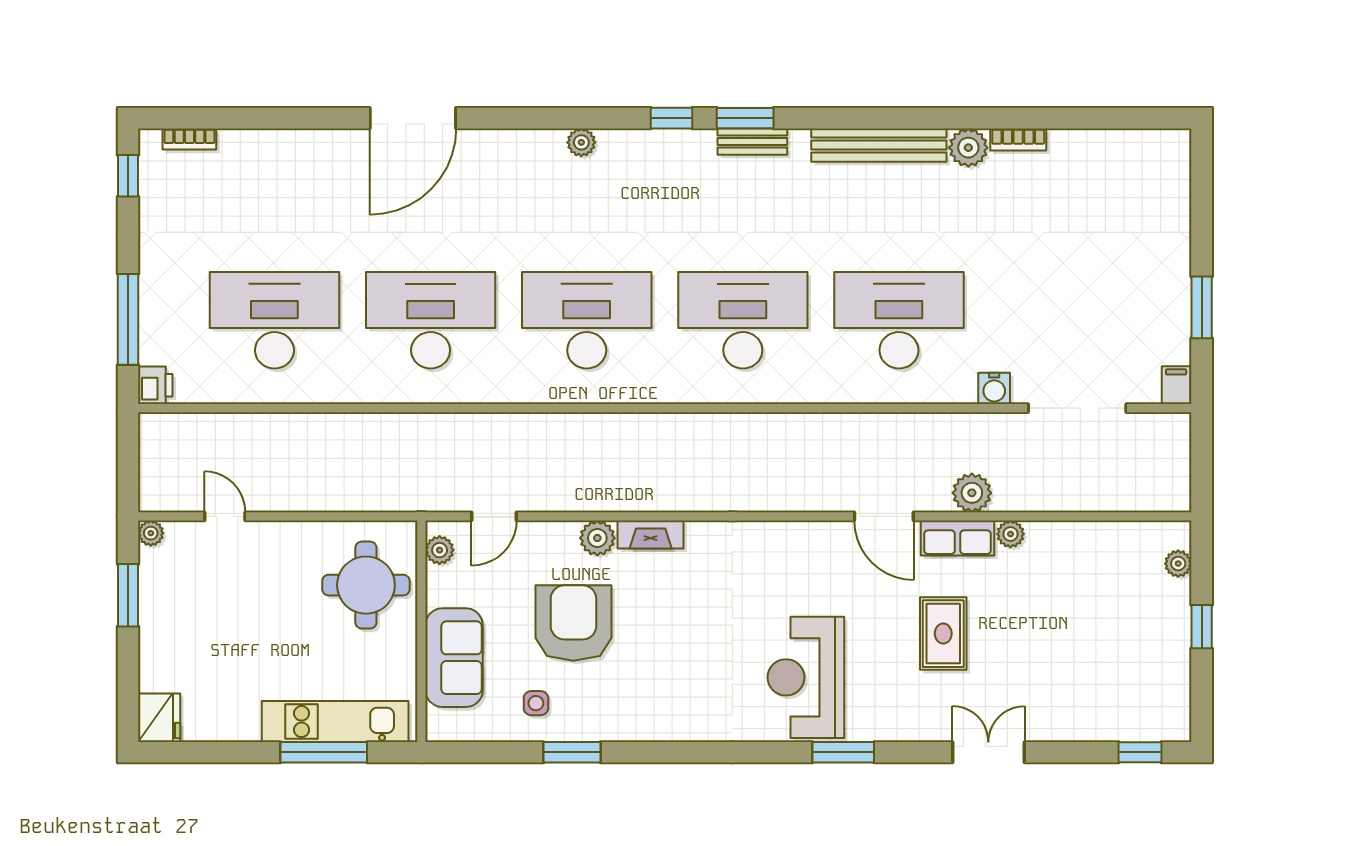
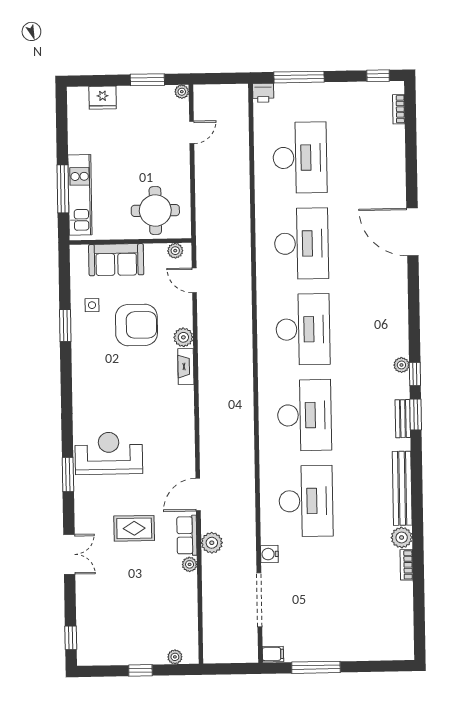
plant: (581, 142) -> (401, 365), moved
window: (1202, 307) -> (316, 667), width x1.44
fridge: (159, 718) -> (103, 98), moved

